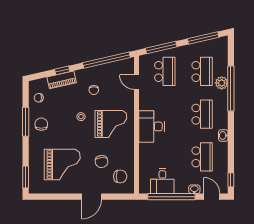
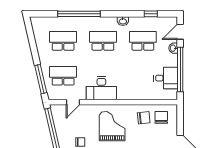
window: (203, 38) -> (32, 40), removed
plant: (222, 83) -> (74, 23), removed
desk: (151, 126) -> (101, 88), moved
chair: (101, 161) -> (144, 118), moved
window: (231, 180) -> (151, 14), moved

